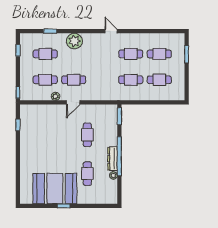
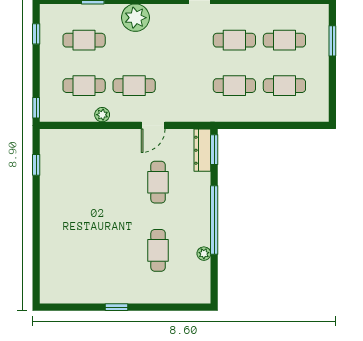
door: (73, 102) -> (153, 125), moved
dresser: (113, 159) -> (202, 150), moved
booth: (55, 189) -> (101, 277), removed

